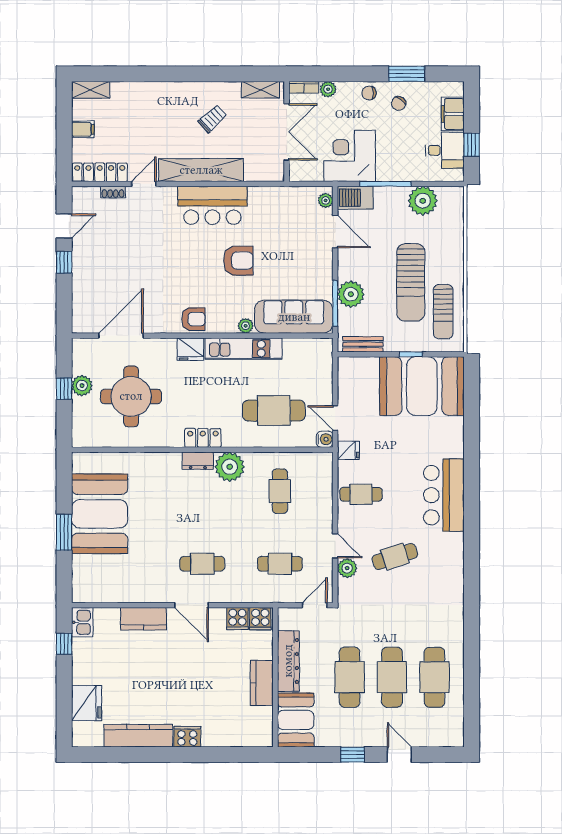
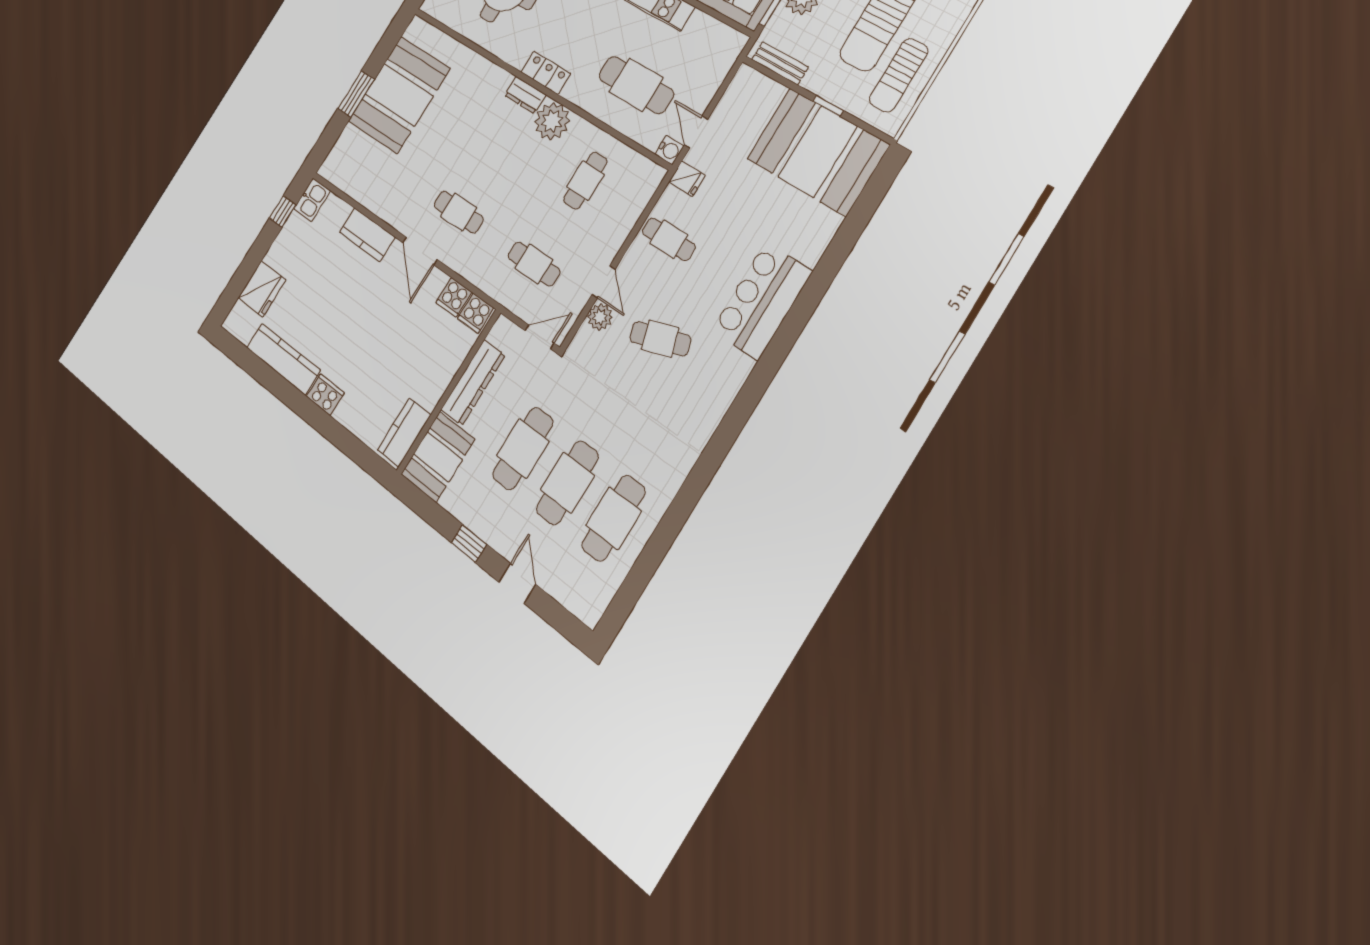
kitchen counter: (262, 683) -> (404, 432), moved

